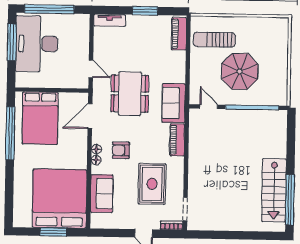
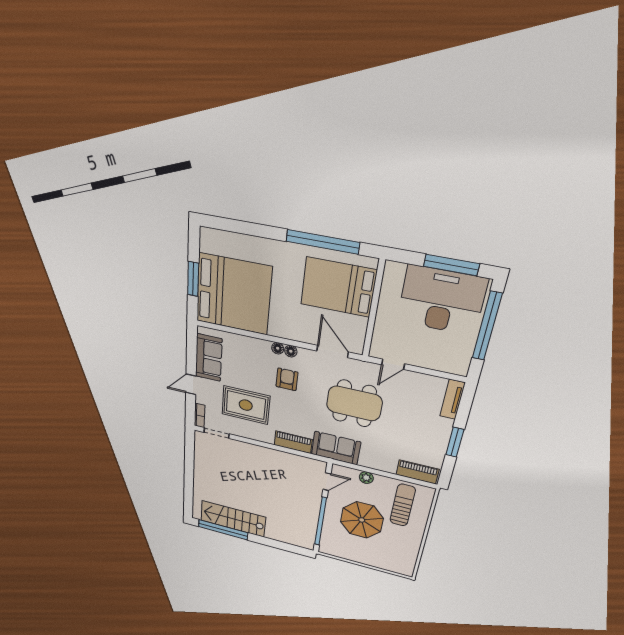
plant: (195, 74) -> (366, 478), added
sofa: (102, 194) -> (209, 358), moved, turned -90

